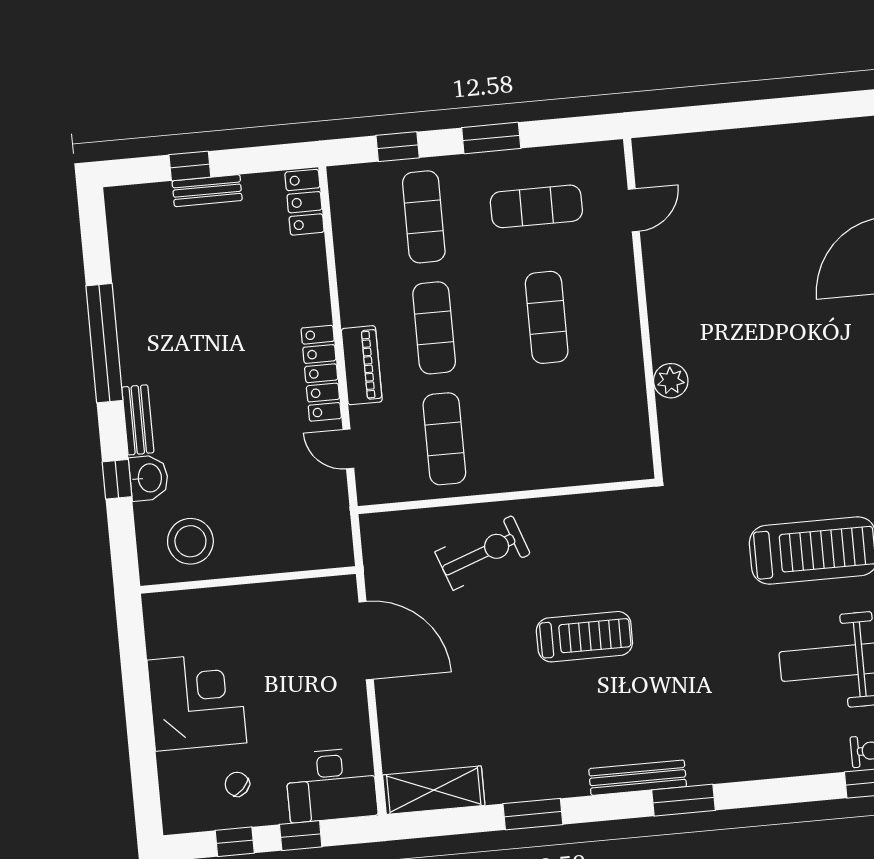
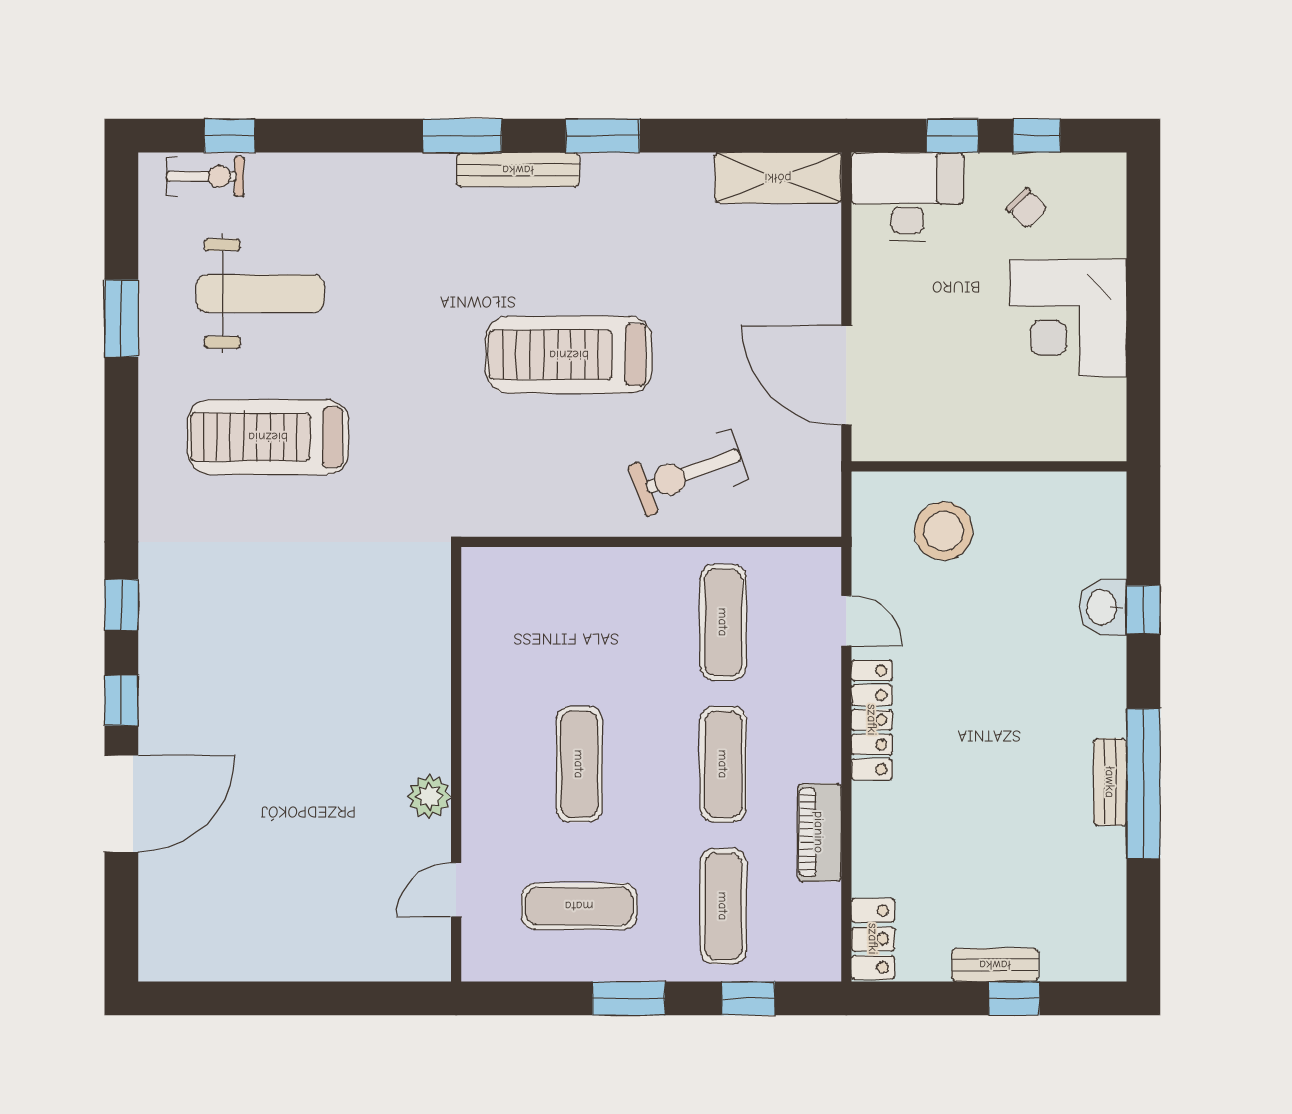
piano: (362, 365) -> (819, 832), moved
plant: (671, 381) -> (429, 796), moved
bench: (138, 420) -> (1110, 782), moved
stool: (190, 541) -> (943, 531), moved
treadmill: (584, 637) -> (569, 355), width x1.37, depth x1.38
window: (533, 814) -> (603, 136), moved

